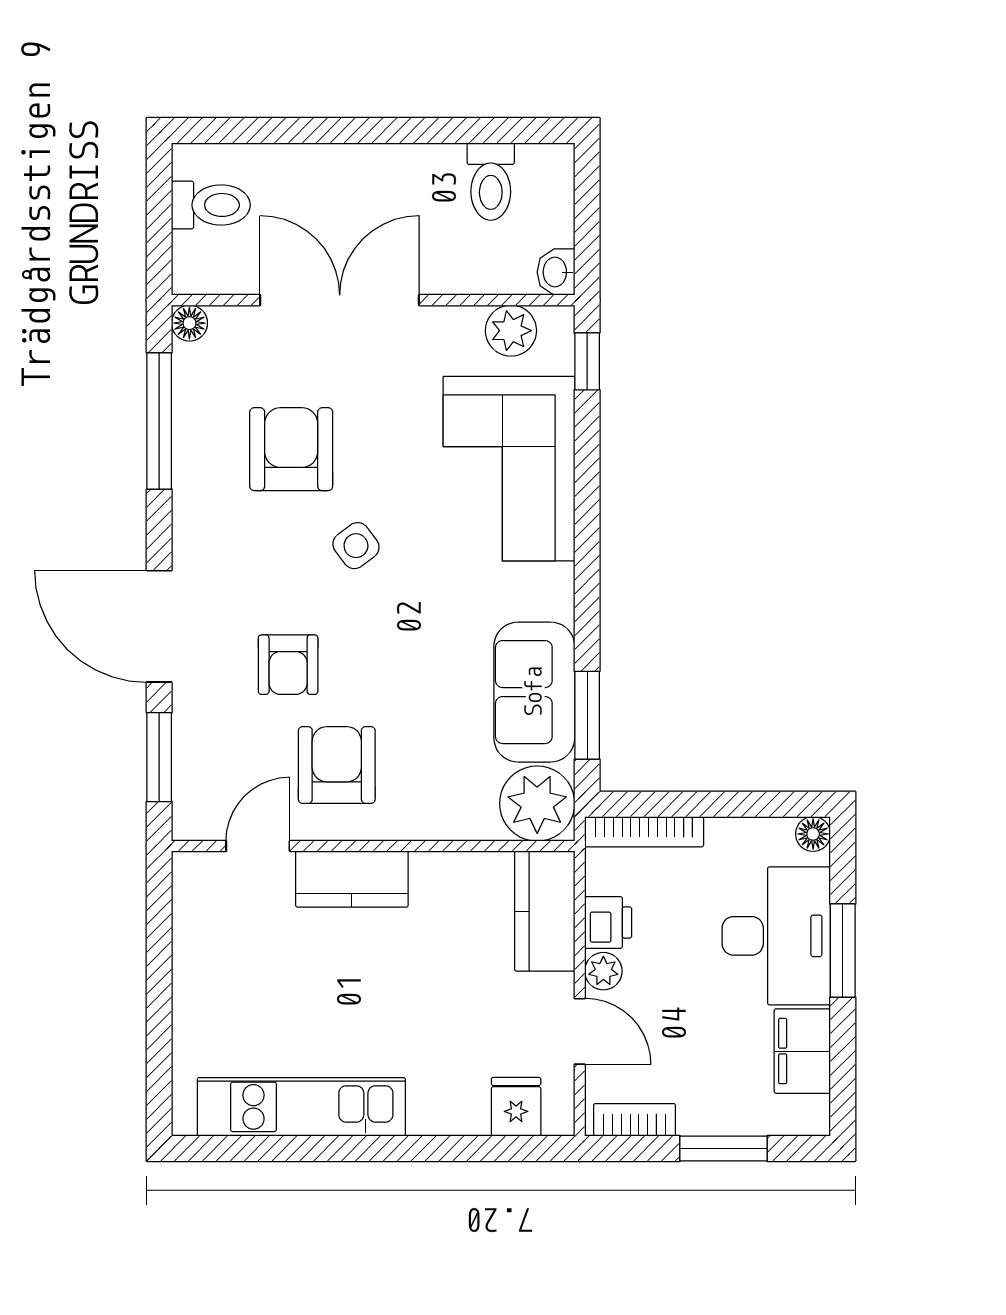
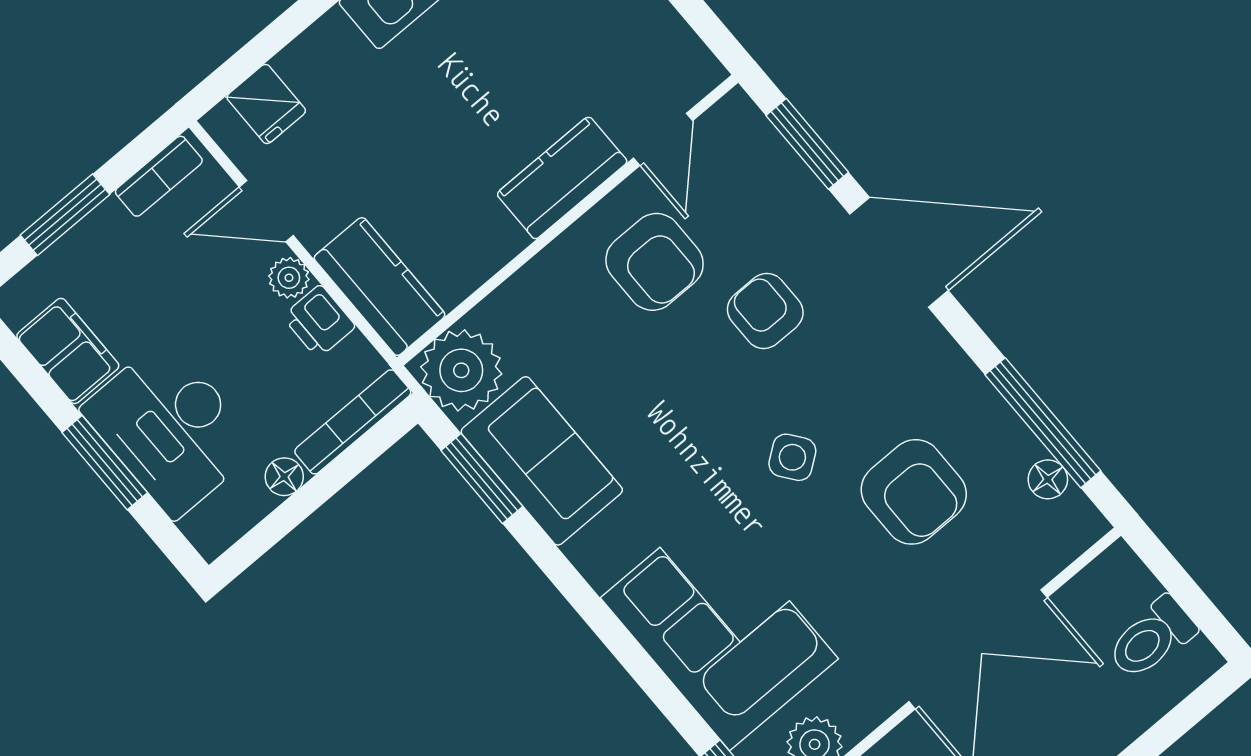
floor lamp: (189, 323) -> (1048, 479), moved
floor lamp: (813, 834) -> (284, 477), moved

